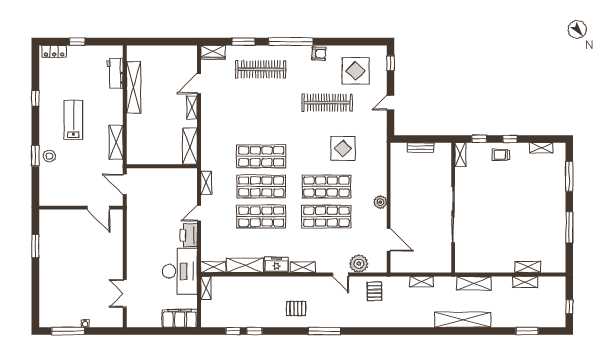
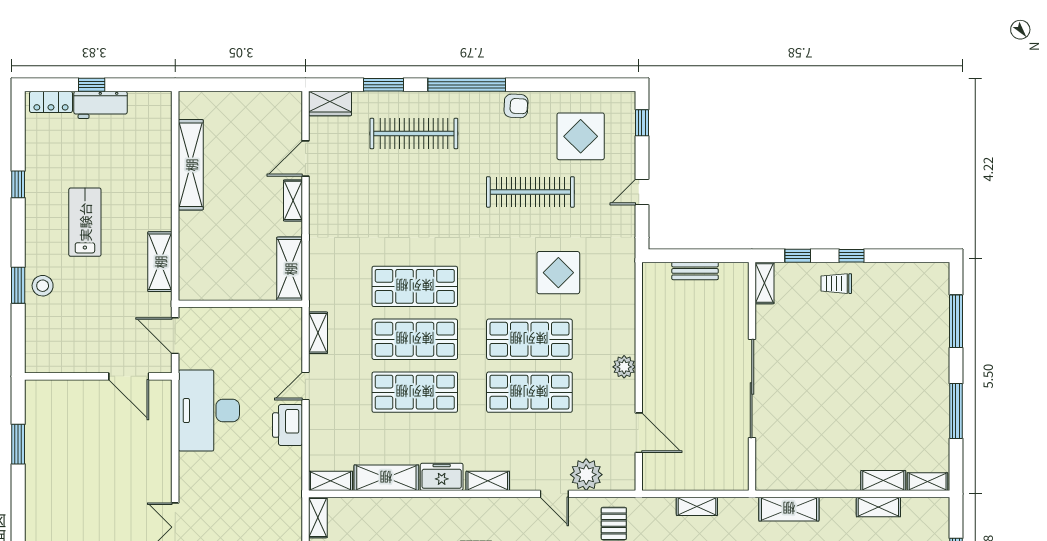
workbench: (115, 73) -> (101, 105), moved, turned -90
shelving: (541, 148) -> (928, 482), moved
desk: (180, 271) -> (209, 411), moved, turned 180

